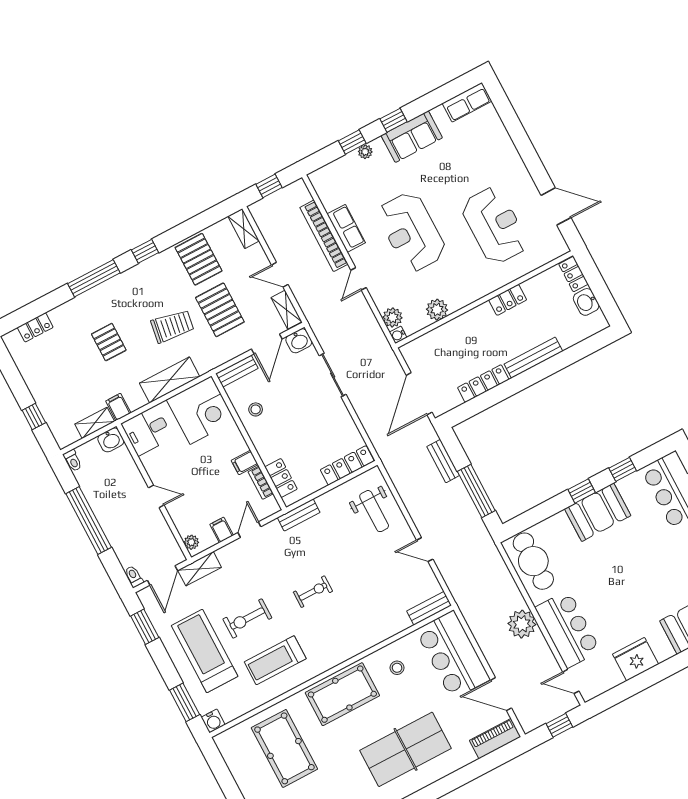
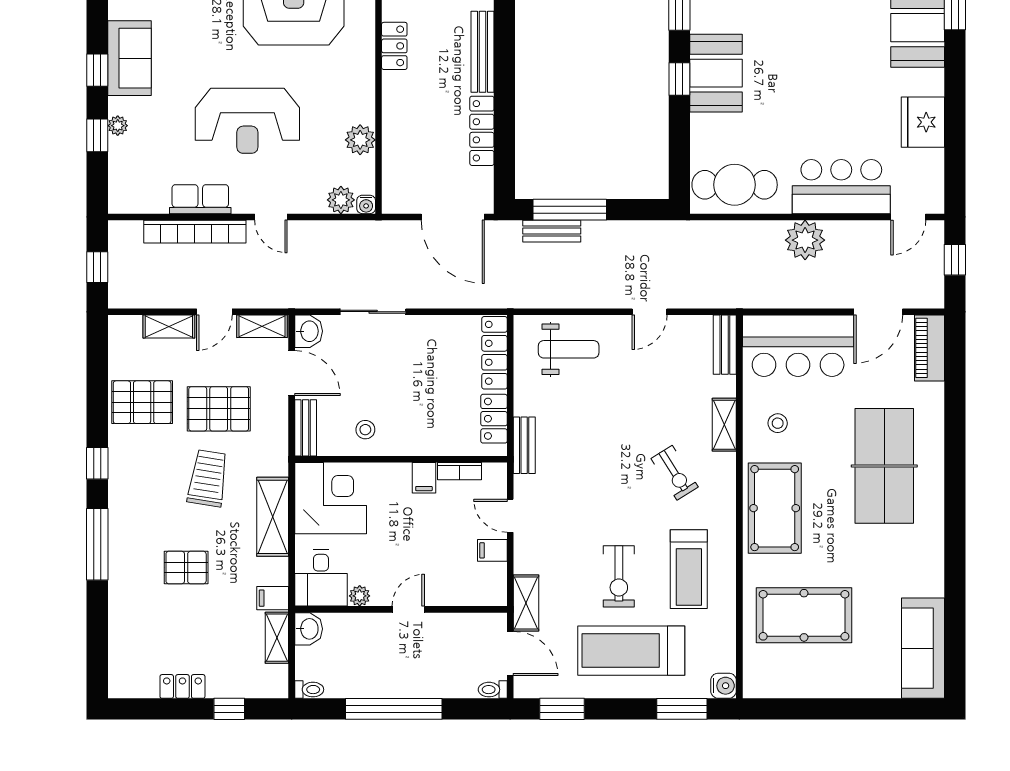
shelving: (244, 229) -> (169, 326), moved
locker: (35, 327) -> (182, 686), moved, turned -90
locker: (281, 478) -> (494, 419), moved, turned -90
window: (476, 491) -> (570, 210), moved
plant: (191, 542) -> (360, 596), moved
exercise bike: (313, 592) -> (675, 473), moved, turned 148
shelving: (378, 635) -> (724, 425), added

